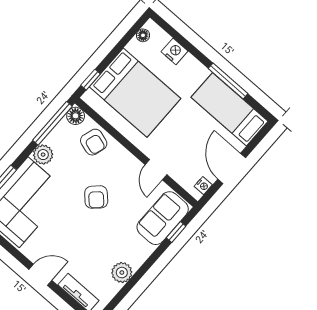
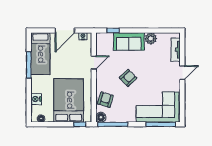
plant: (43, 155) -> (130, 117), removed
sofa: (163, 218) -> (129, 41), moved
door: (40, 275) -> (182, 73), swing flipped

